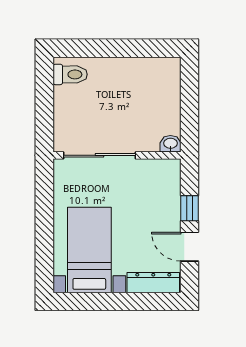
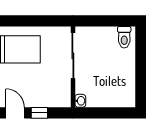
door: (189, 247) -> (15, 113), hinge flipped

